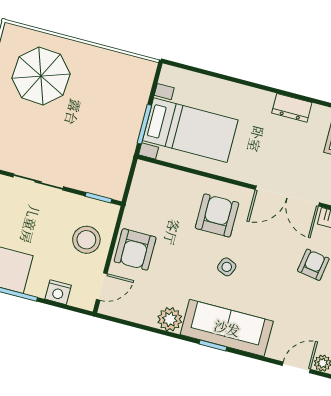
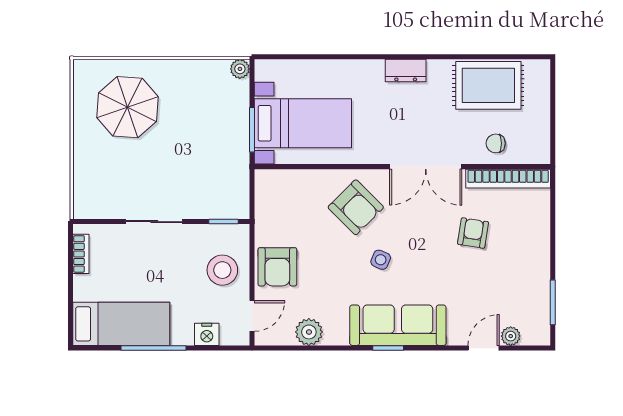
plant: (148, 68) -> (240, 69), added
armchair: (217, 215) -> (356, 207), turned 135
plant: (170, 319) -> (309, 332), moved

